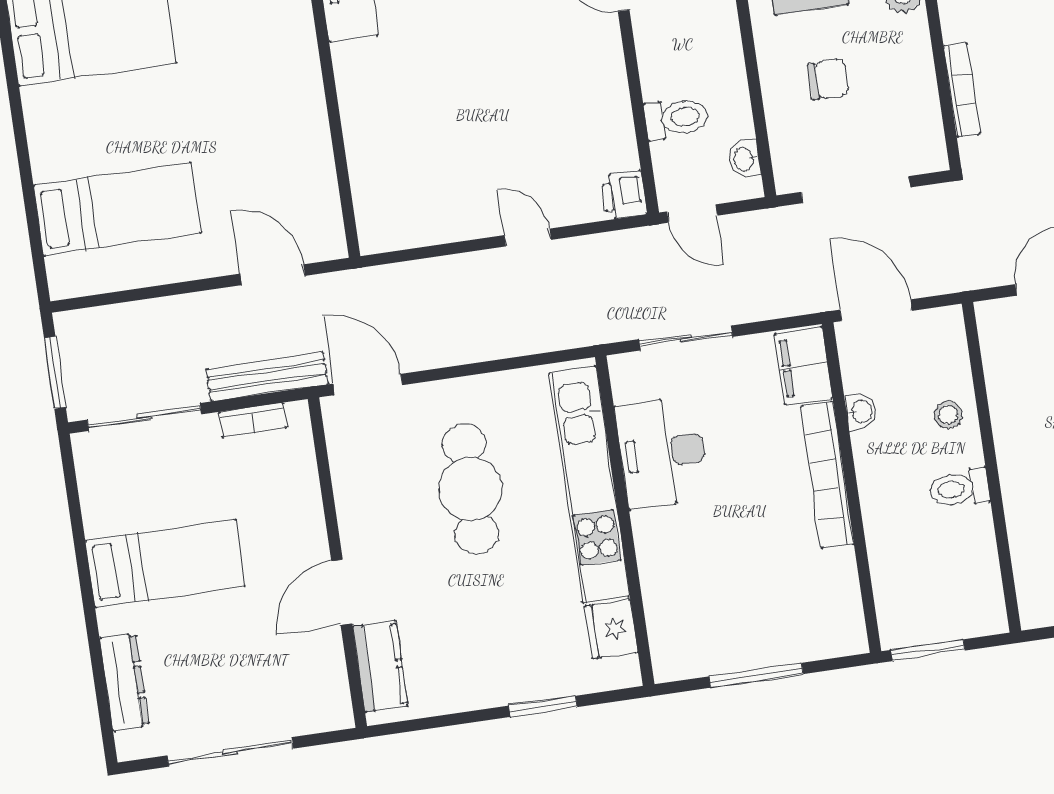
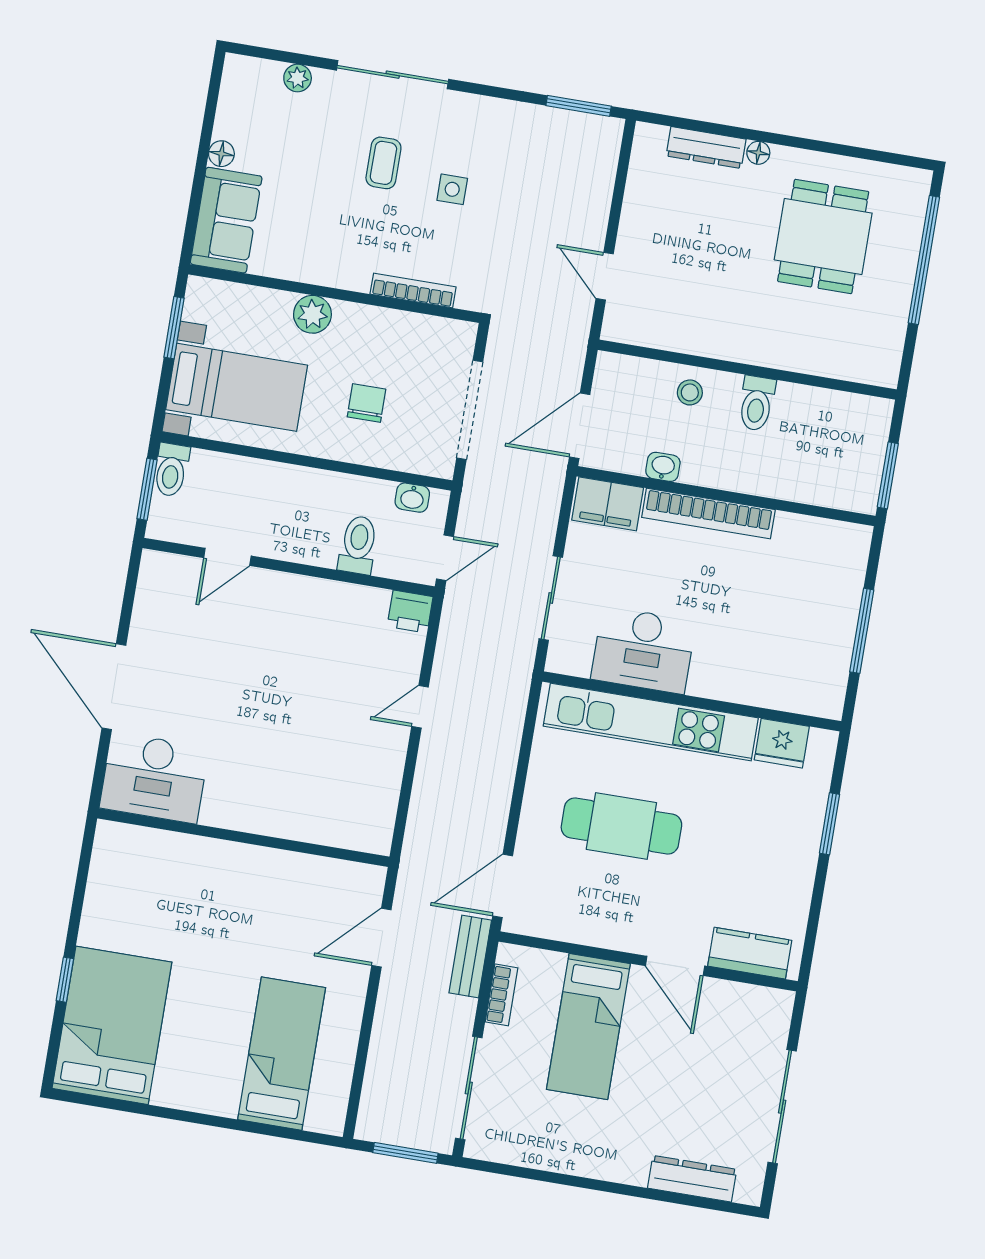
bench: (267, 377) -> (470, 957), width x0.73
bed: (165, 563) -> (588, 1027), moved, turned 180

